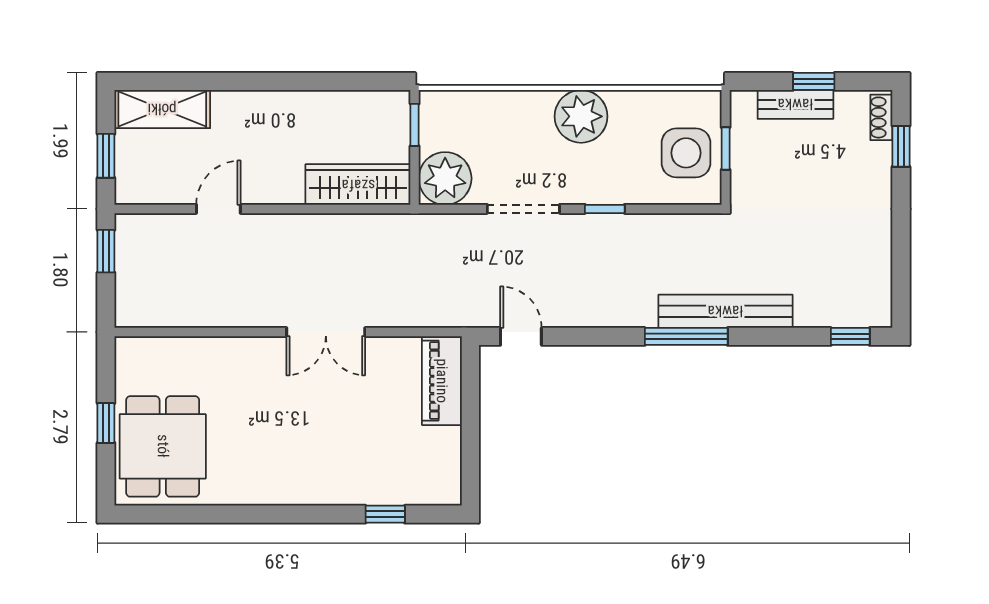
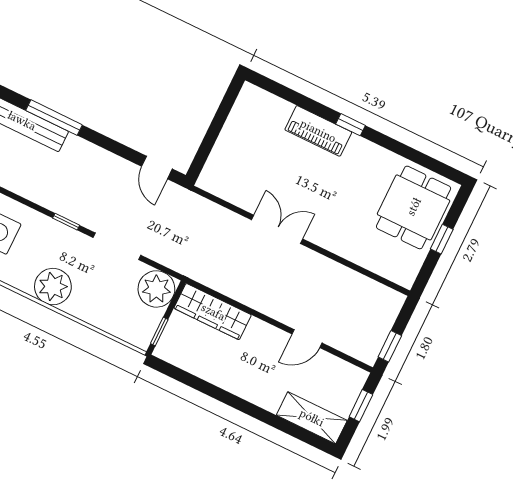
piano: (442, 381) -> (318, 131), moved, turned 90
window: (385, 514) -> (351, 125), moved

